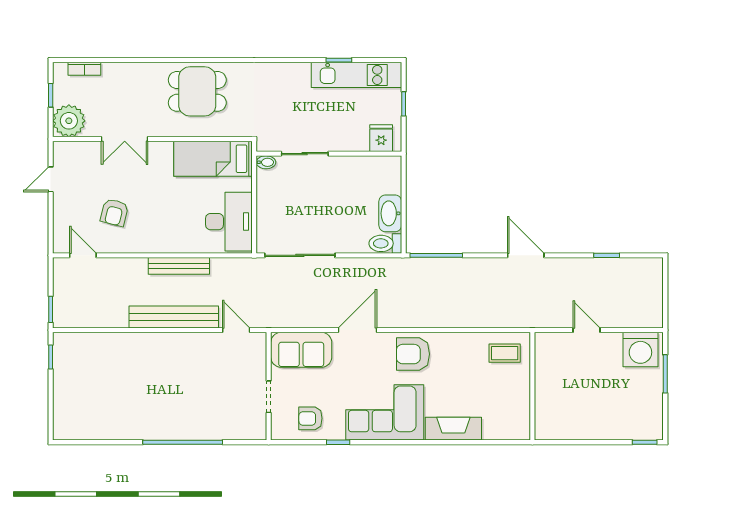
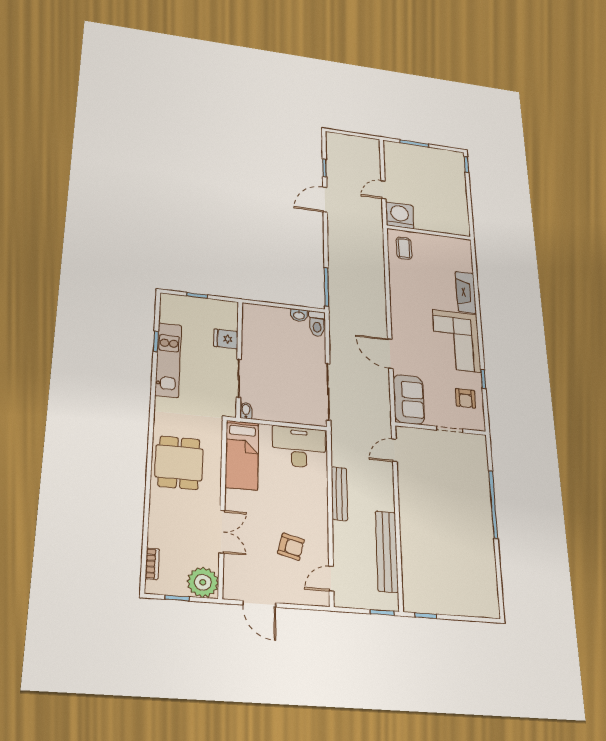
kitchen unit: (356, 75) -> (168, 360), moved
fridge: (381, 138) -> (226, 339), moved
door: (51, 179) -> (259, 604), width x1.37
washbasin: (390, 213) -> (299, 315), width x0.52, depth x0.69
door: (526, 255) -> (325, 200), moved
bench: (174, 317) -> (387, 551), moved
washing machine: (640, 350) -> (400, 215), moved, turned -90
armchair: (413, 354) -> (408, 314), removed

